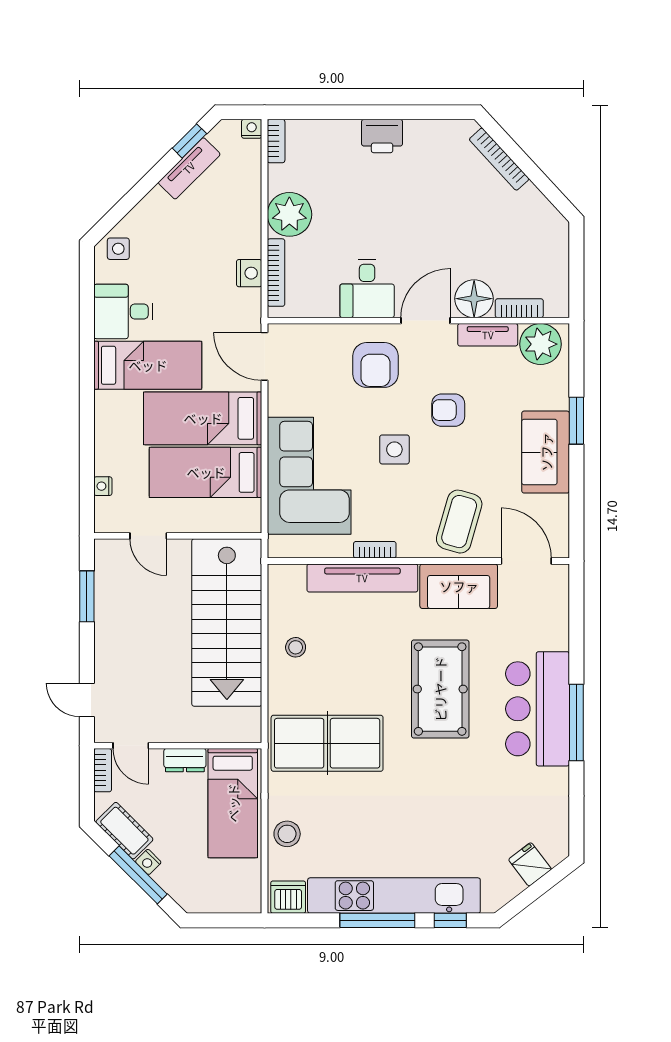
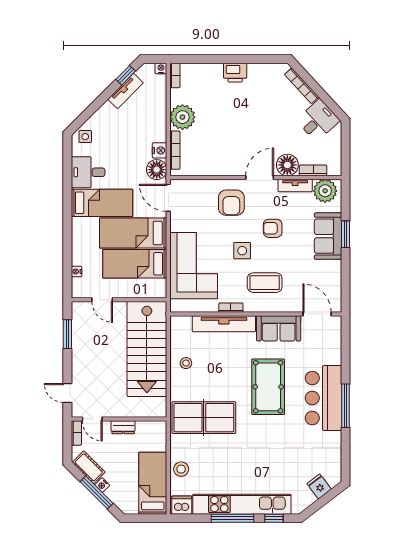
desk: (367, 289) -> (318, 120), moved, turned -133
floor lamp: (244, 307) -> (157, 170), added
sofa: (546, 452) -> (328, 236), moved
coffee table: (459, 522) -> (265, 283), moved, turned 74
bed: (233, 803) -> (153, 483), moved, turned 180

